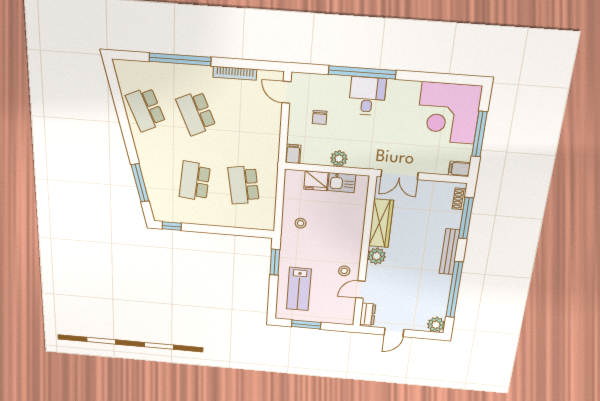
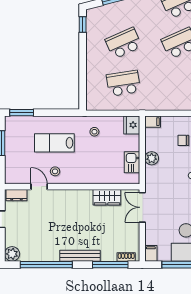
school desk: (195, 181) -> (123, 43), turned -30
fridge: (316, 181) -> (132, 125), moved
wardrobe: (381, 223) -> (107, 197), width x0.67
plant: (377, 256) -> (71, 197), removed
window: (275, 262) -> (22, 113), moved
lab bench: (299, 289) -> (54, 143), moved

